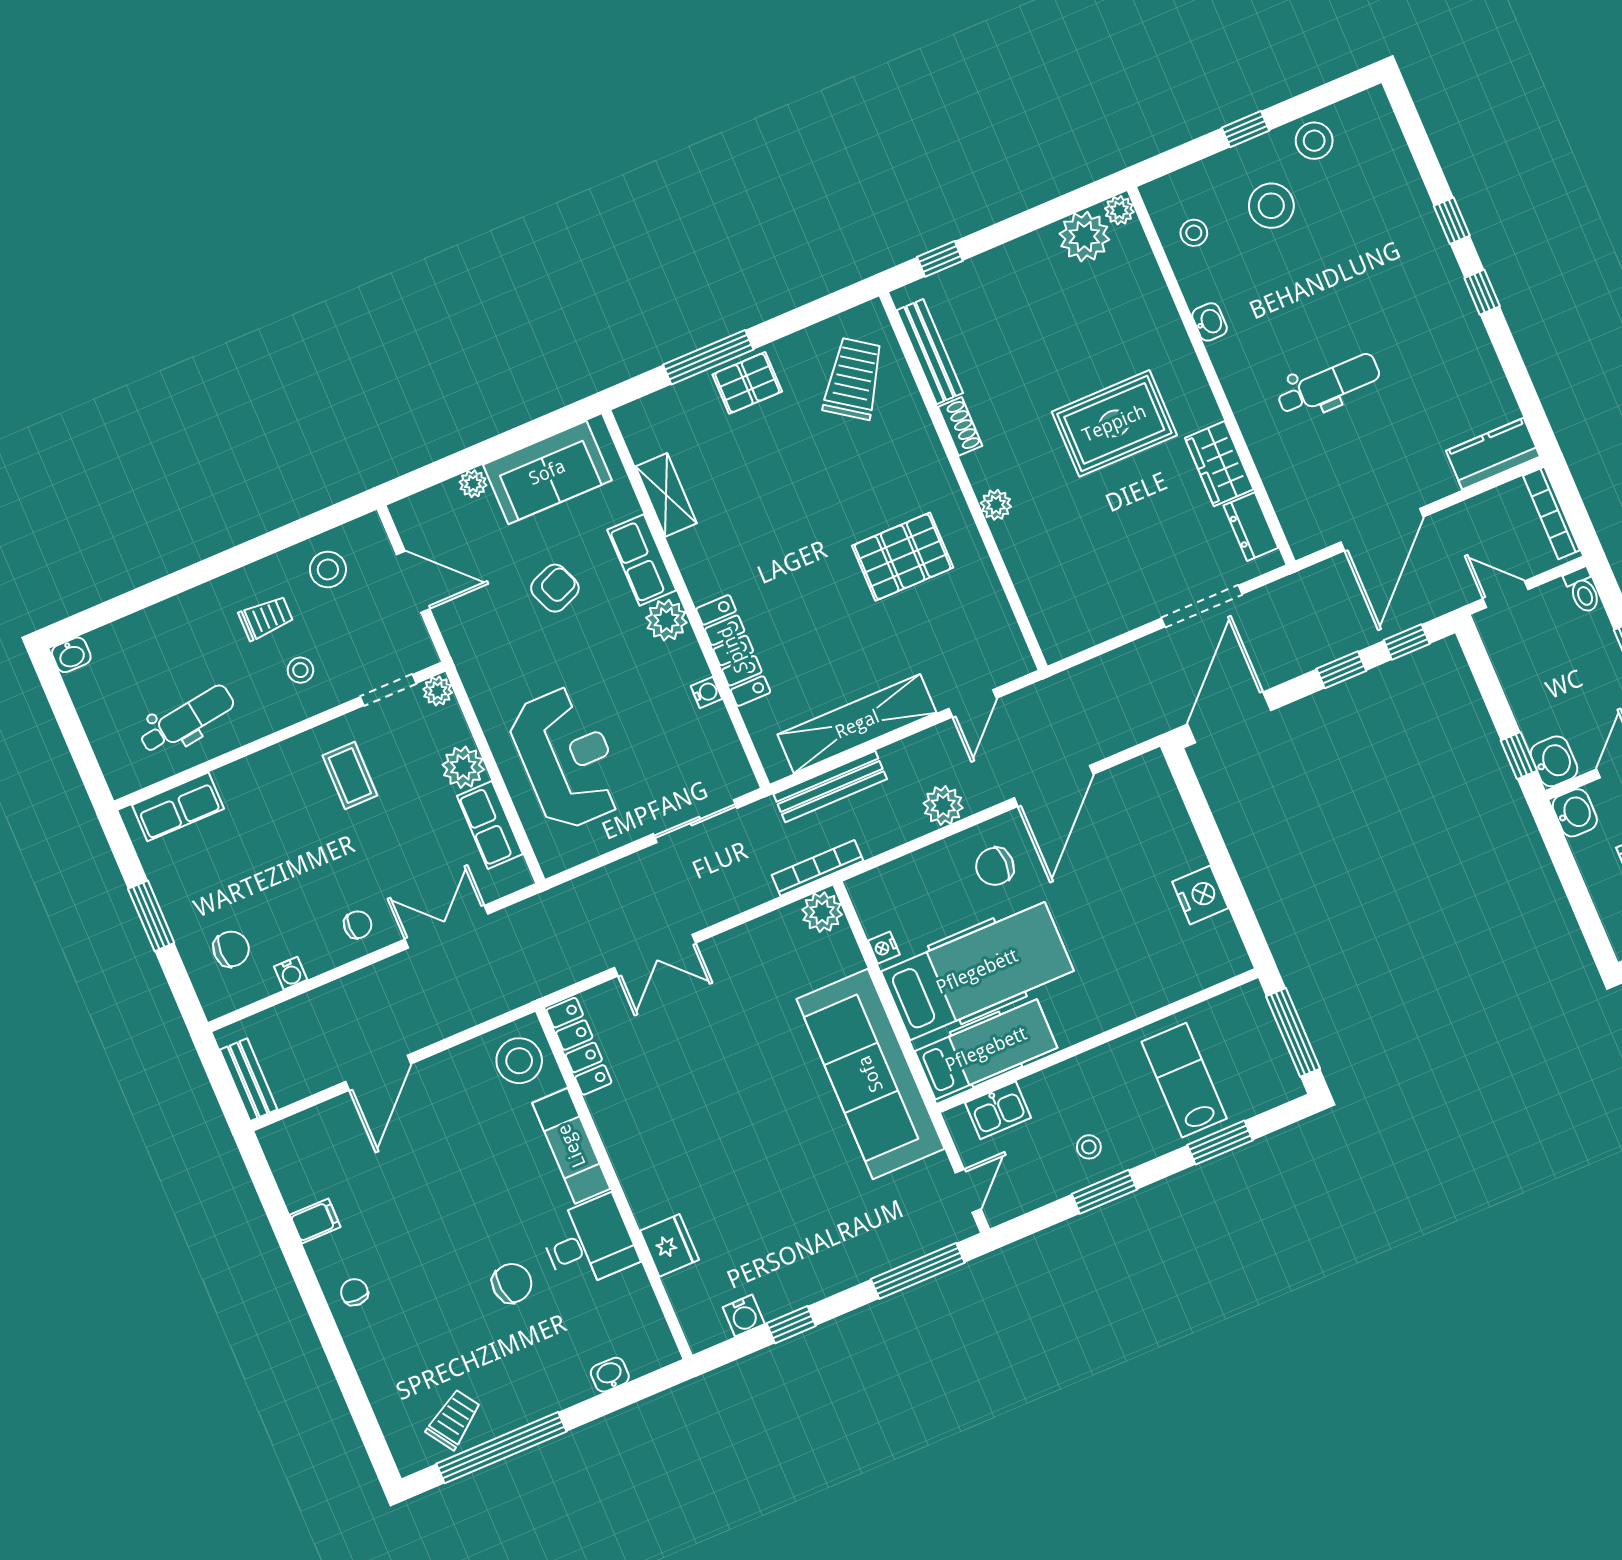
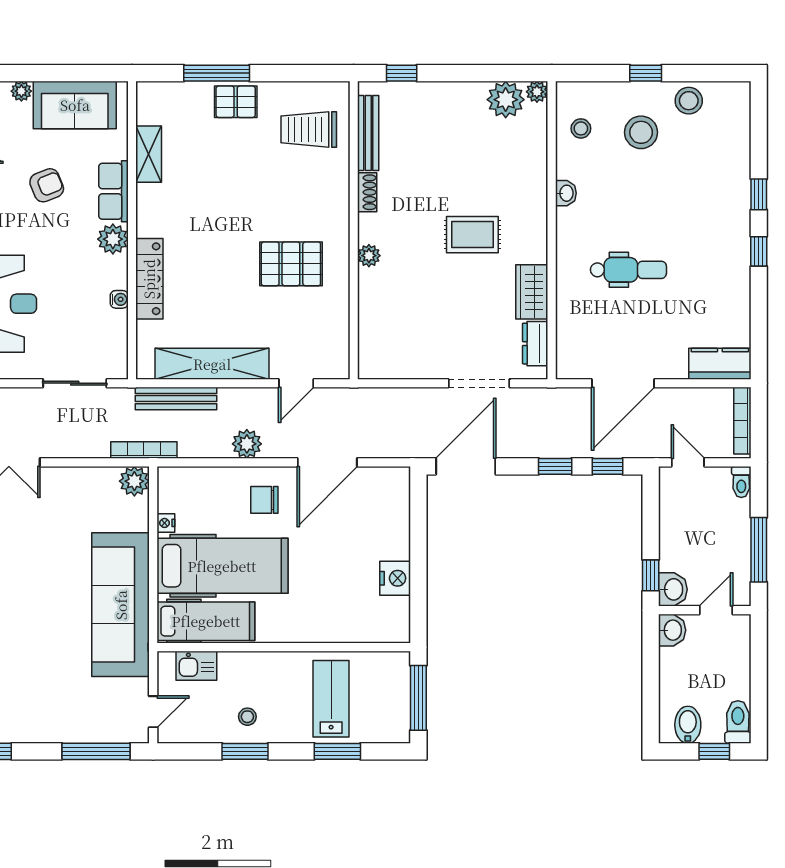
trolley: (854, 379) -> (309, 129), turned -125
rug: (1114, 423) -> (472, 235), width x0.73, depth x0.70

